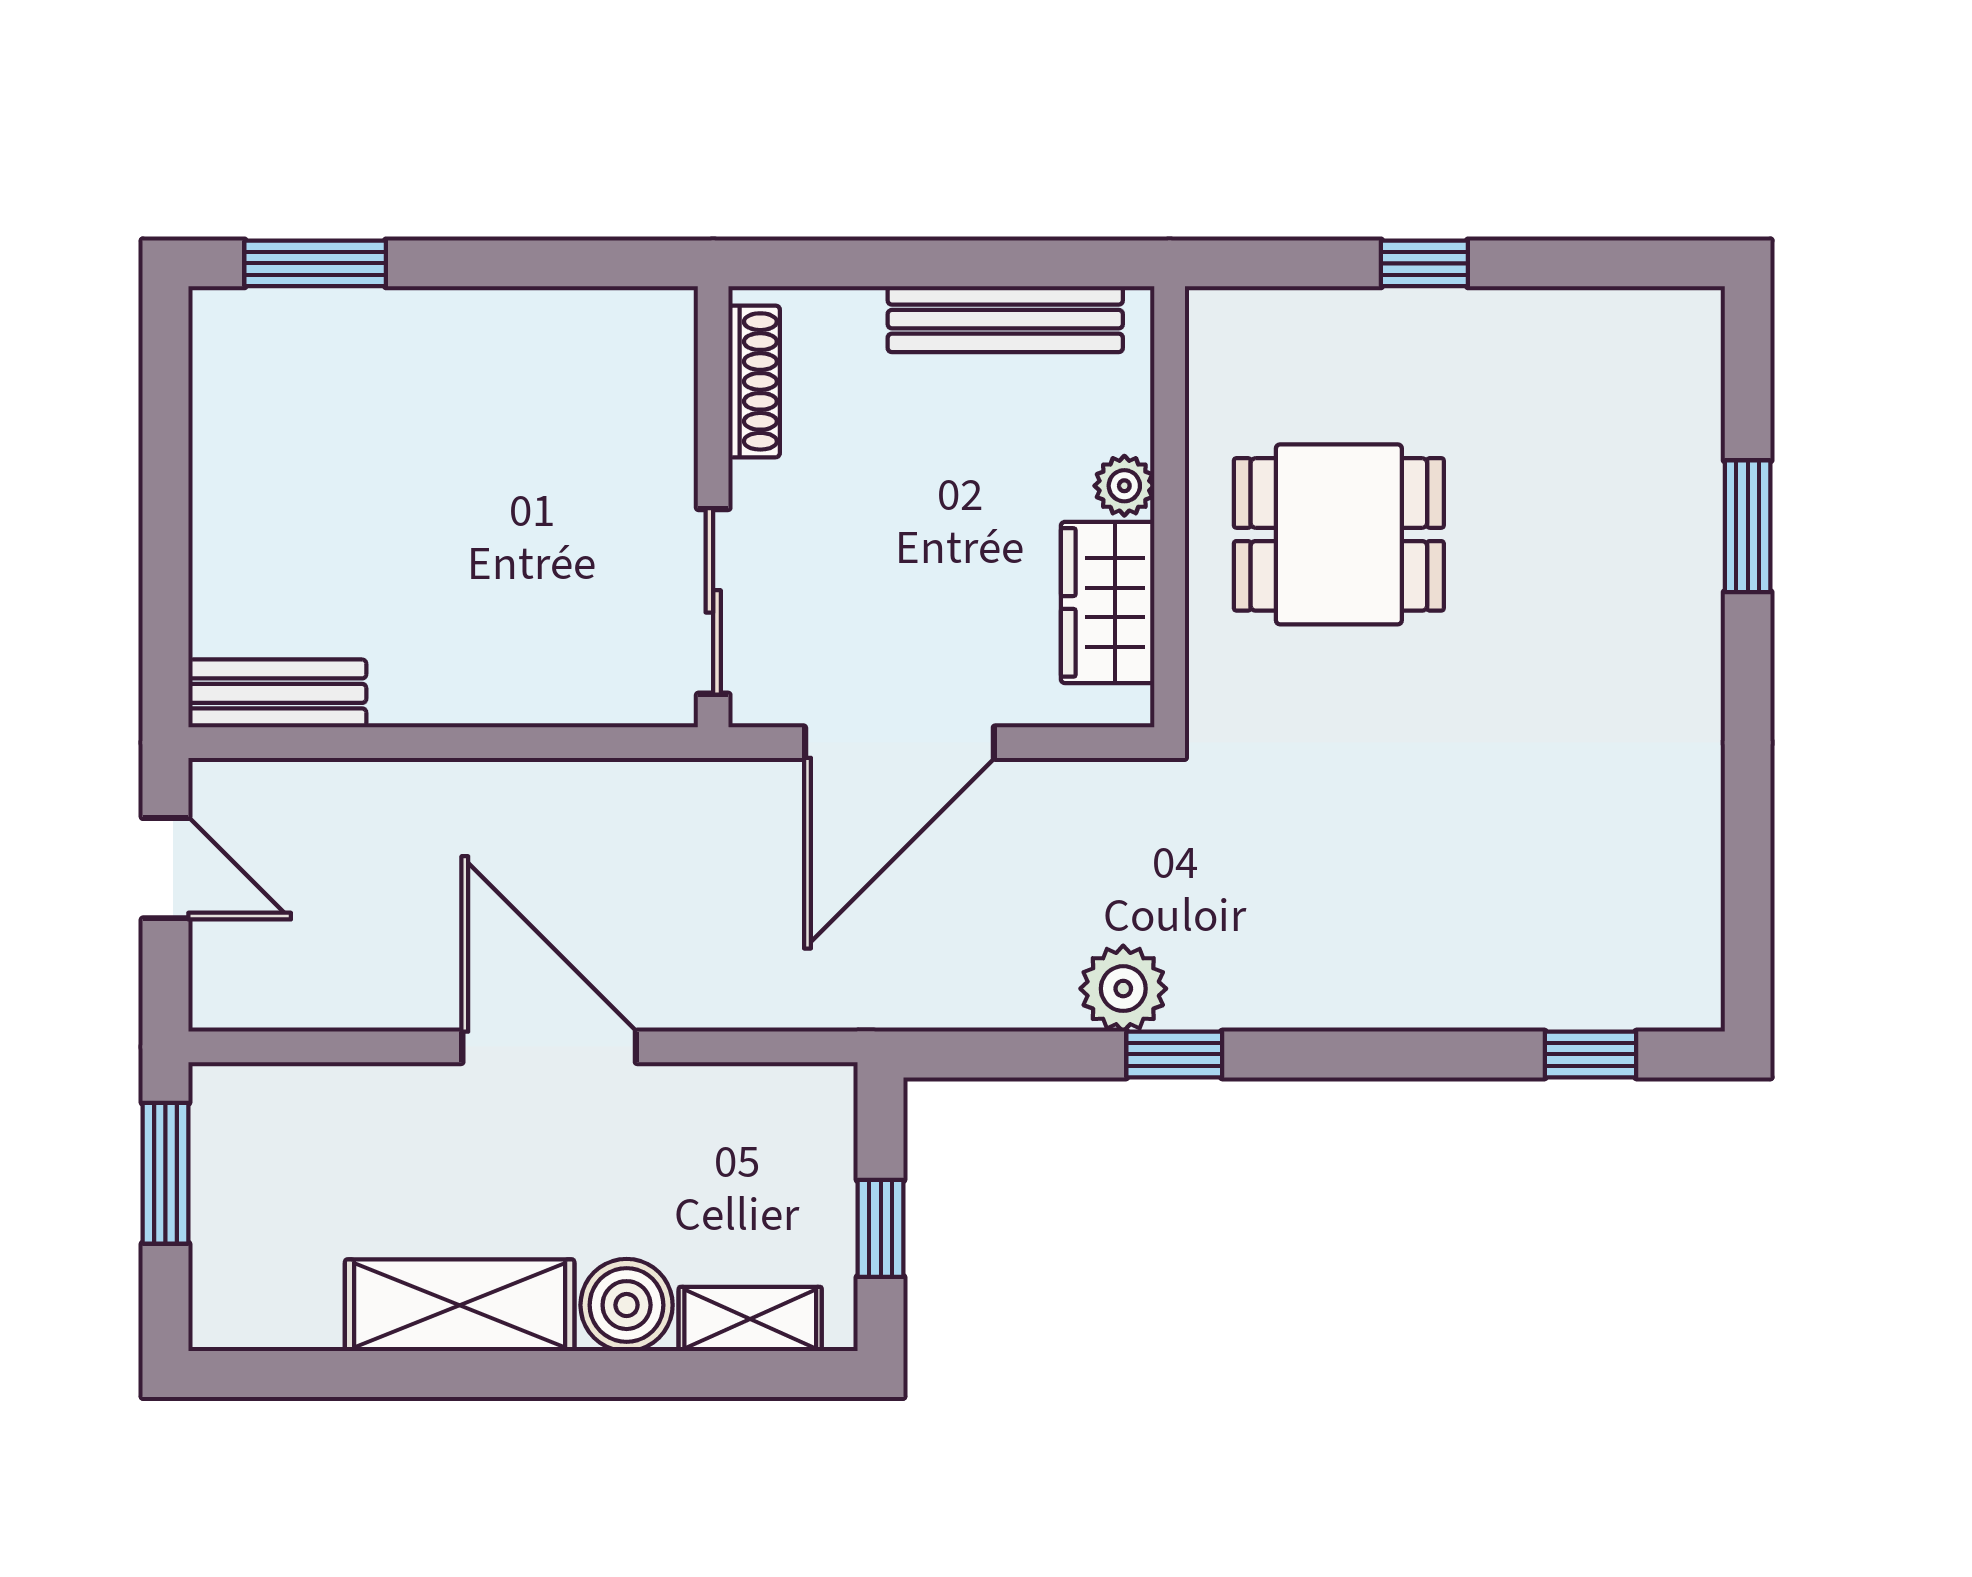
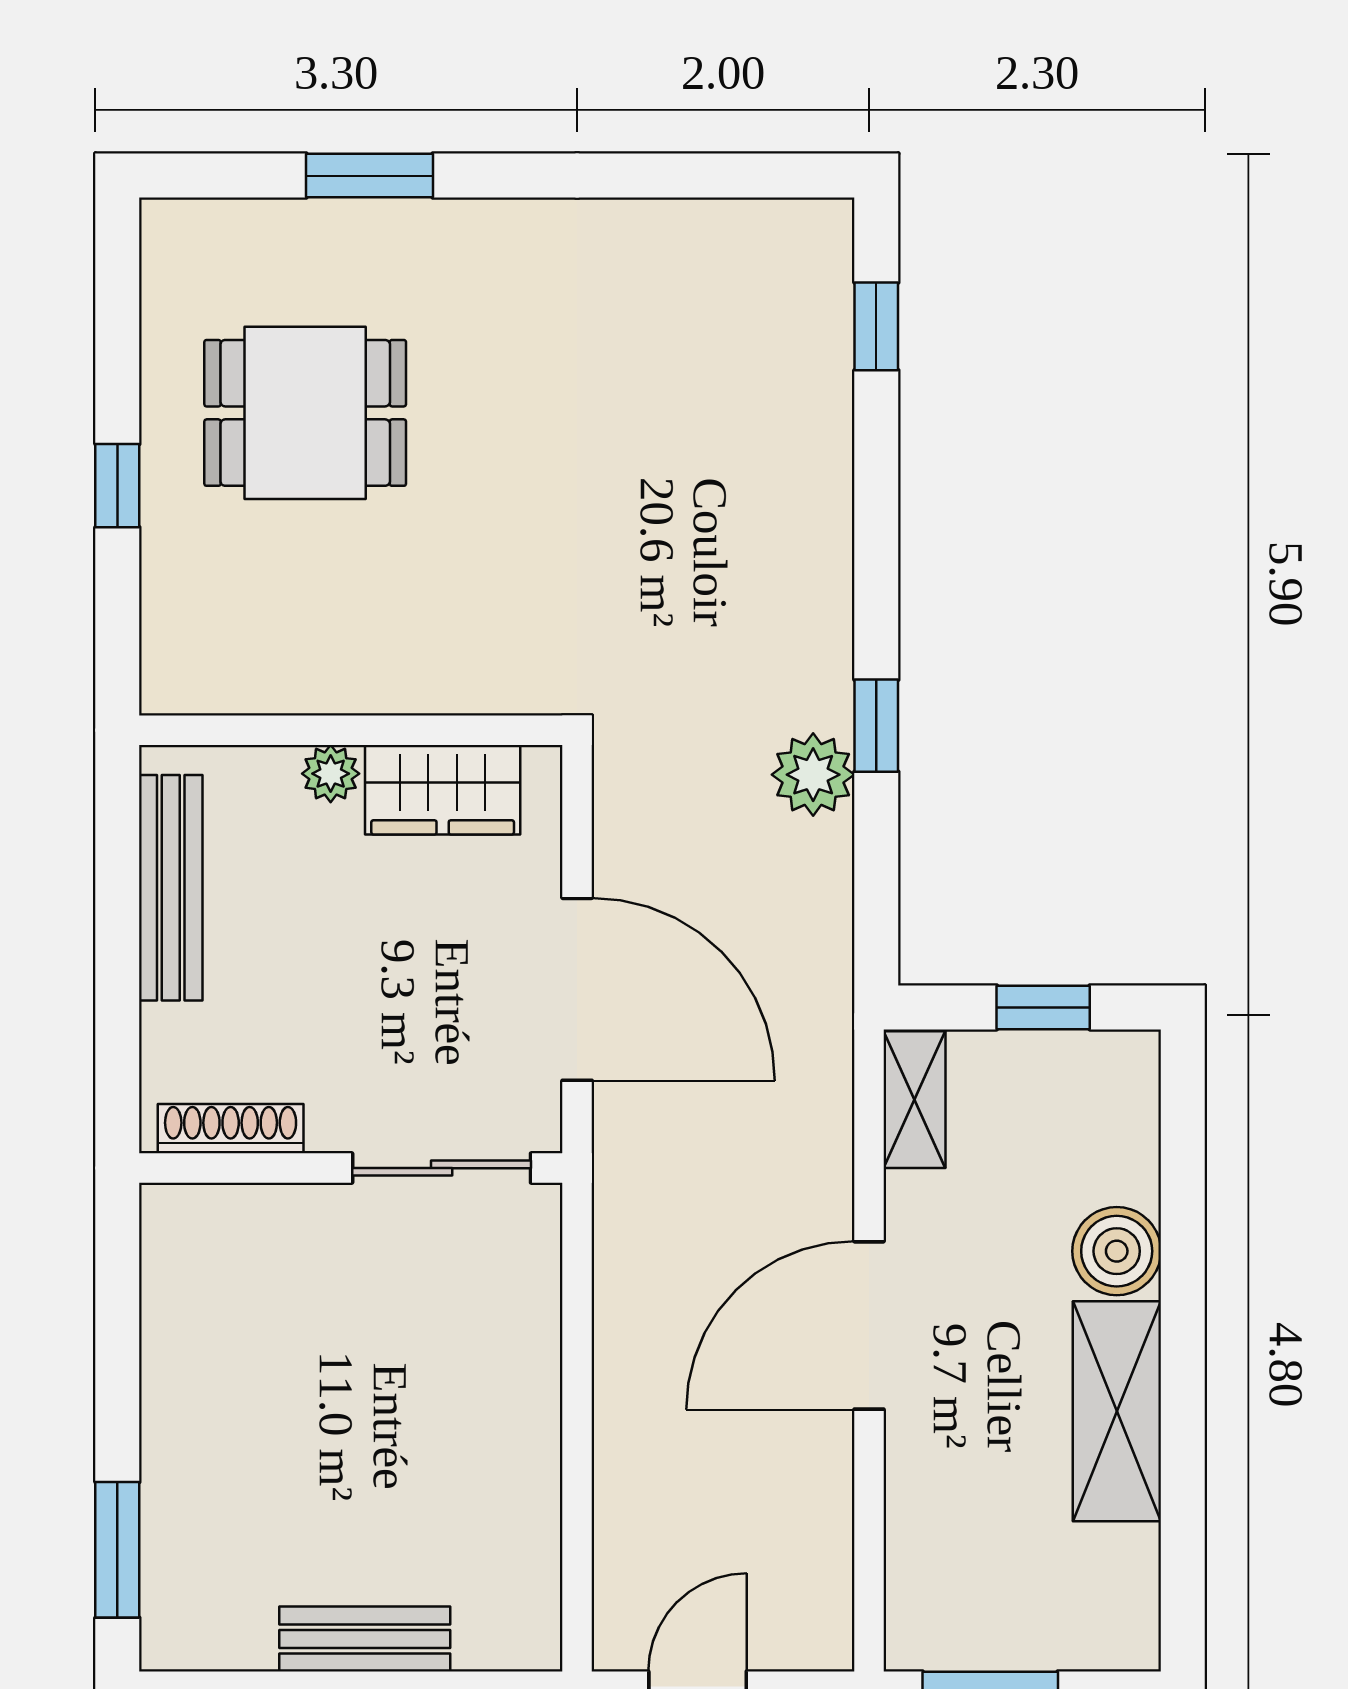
dining table: (1339, 534) -> (305, 413), moved, turned 90
bench: (277, 693) -> (365, 1639), moved, turned 90
shelving: (750, 1319) -> (914, 1100), moved

